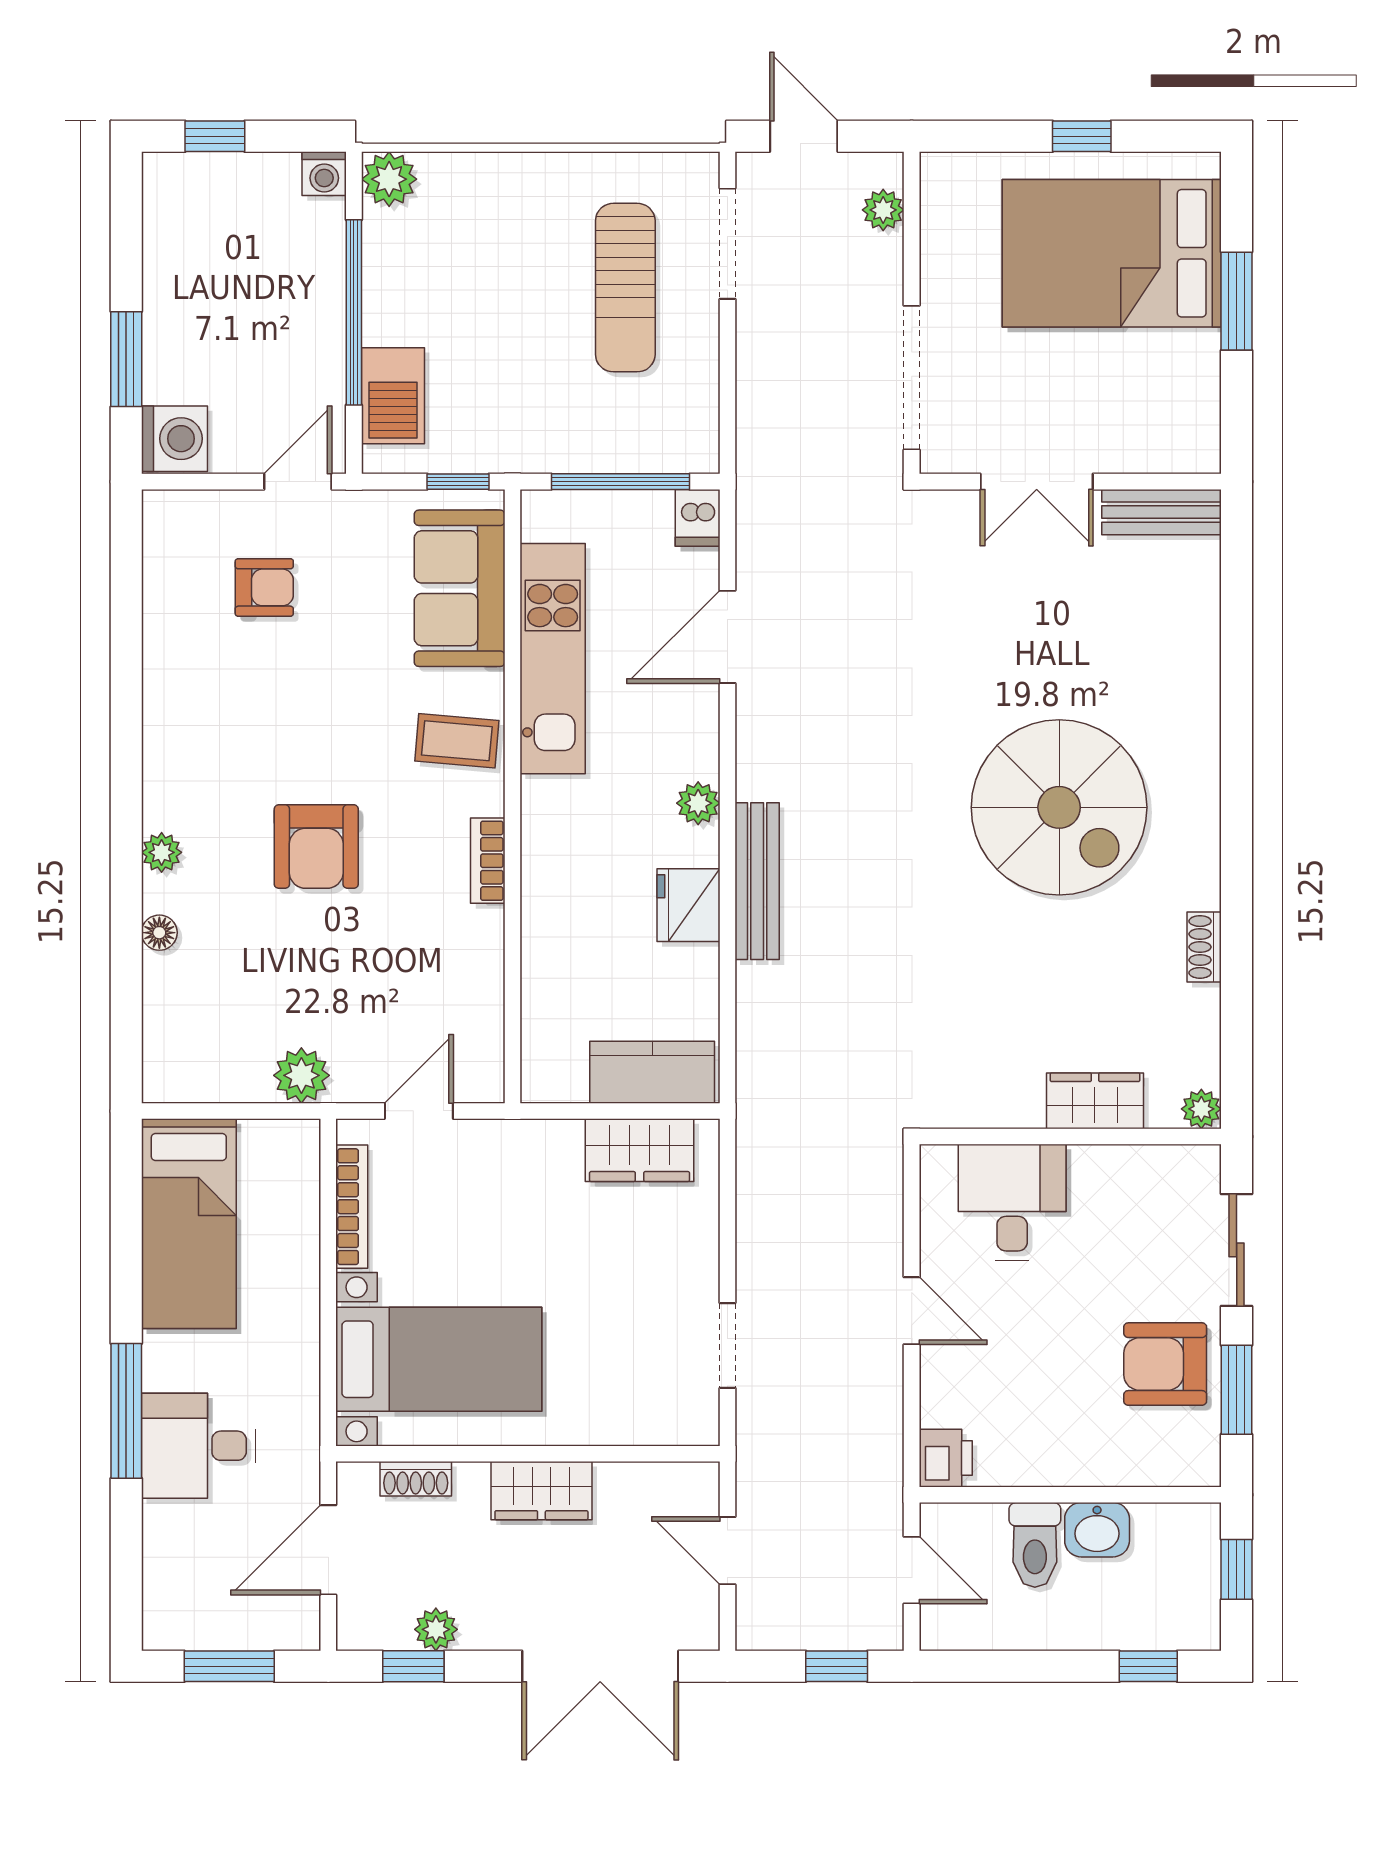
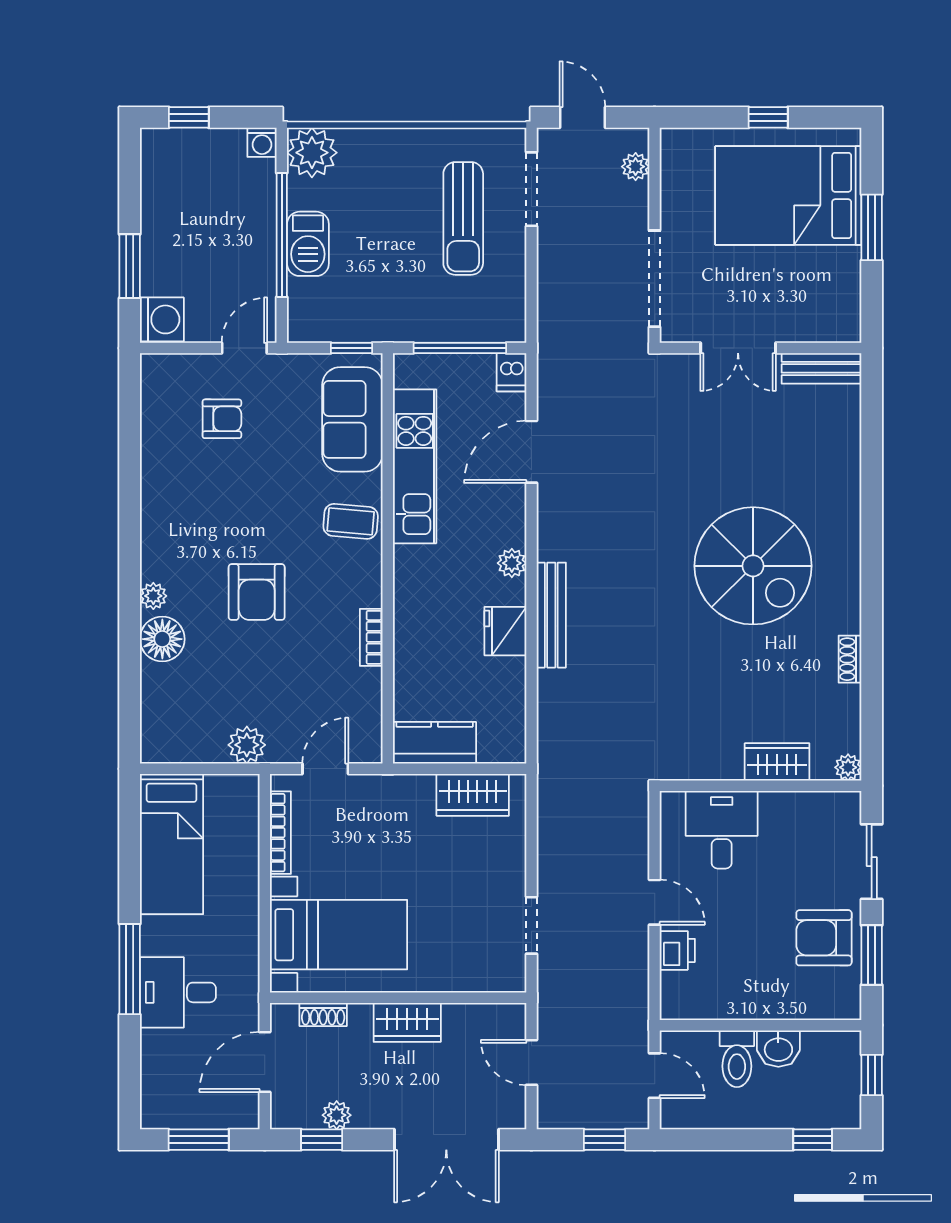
plant: (389, 179) -> (312, 153), width x1.36, depth x1.36
barbecue: (393, 396) -> (308, 244), moved
bookcase: (488, 861) -> (371, 637), moved
floor lamp: (159, 933) -> (162, 639), width x1.89, depth x1.89
kitchen counter: (652, 1072) -> (435, 743), moved
printer: (946, 1458) -> (677, 950), moved

